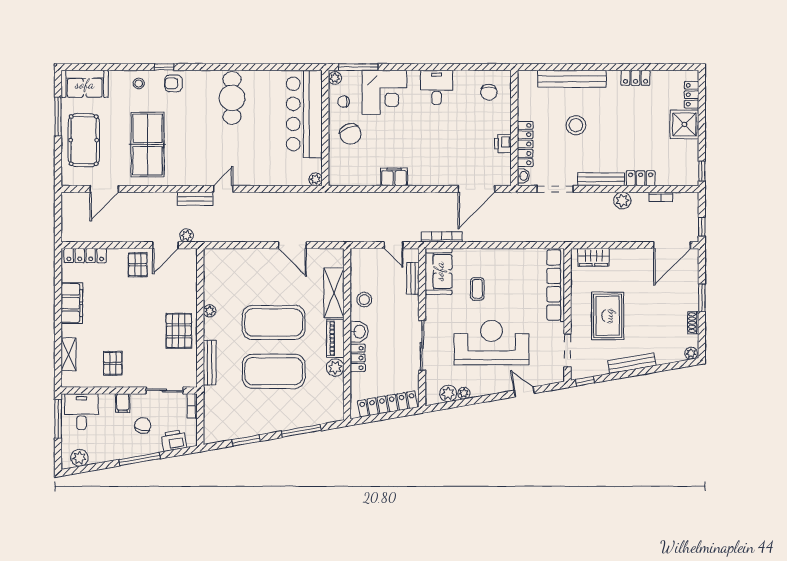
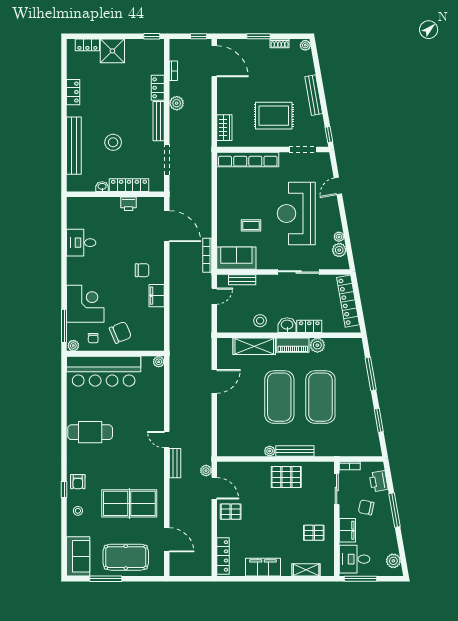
desk: (437, 87) -> (81, 243), moved
chair: (489, 92) -> (142, 270), moved
washbasin: (523, 176) -> (102, 187), moved
bench: (210, 363) -> (295, 451), moved
filing cabinet: (123, 403) -> (347, 530), width x2.00

